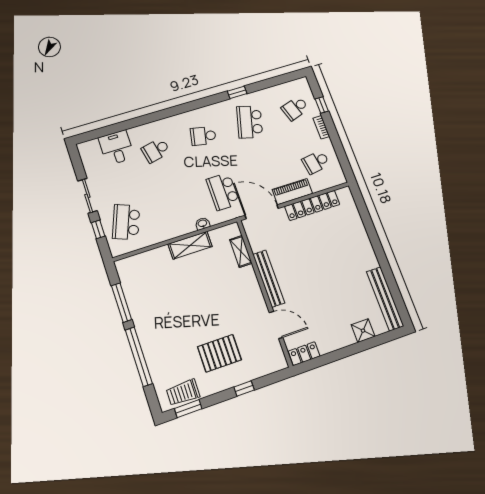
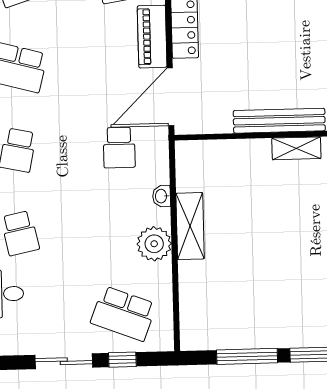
school desk: (223, 191) -> (119, 147), width x0.54
plant: (173, 228) -> (154, 244), added
shelving: (241, 251) -> (296, 148), moved

